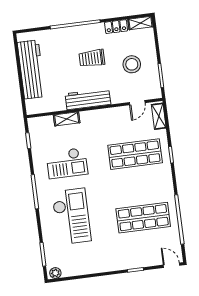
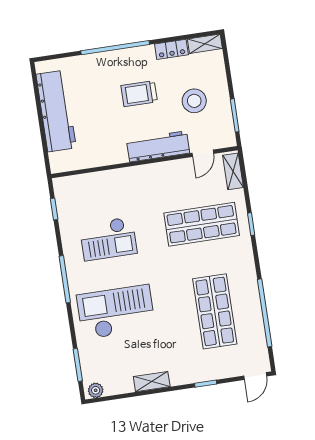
workbench: (88, 99) -> (158, 146), moved
shelving: (67, 119) -> (152, 382), moved
checkout: (71, 216) -> (116, 312), turned -90
shop shelf: (143, 218) -> (215, 311), turned 90
door: (172, 265) -> (255, 376), swing flipped

